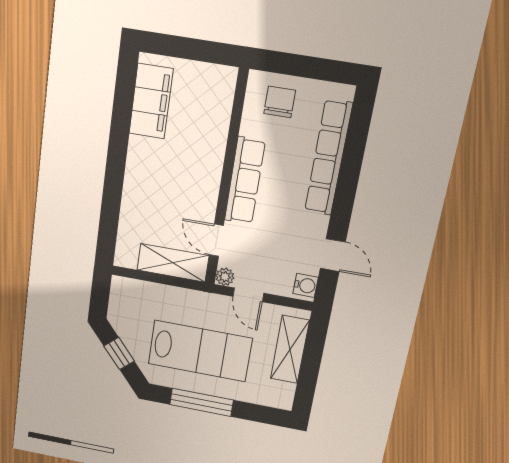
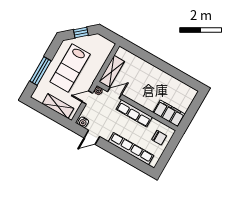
filing cabinet: (151, 101) -> (169, 113), moved, turned 180
window: (201, 402) -> (40, 71), moved

